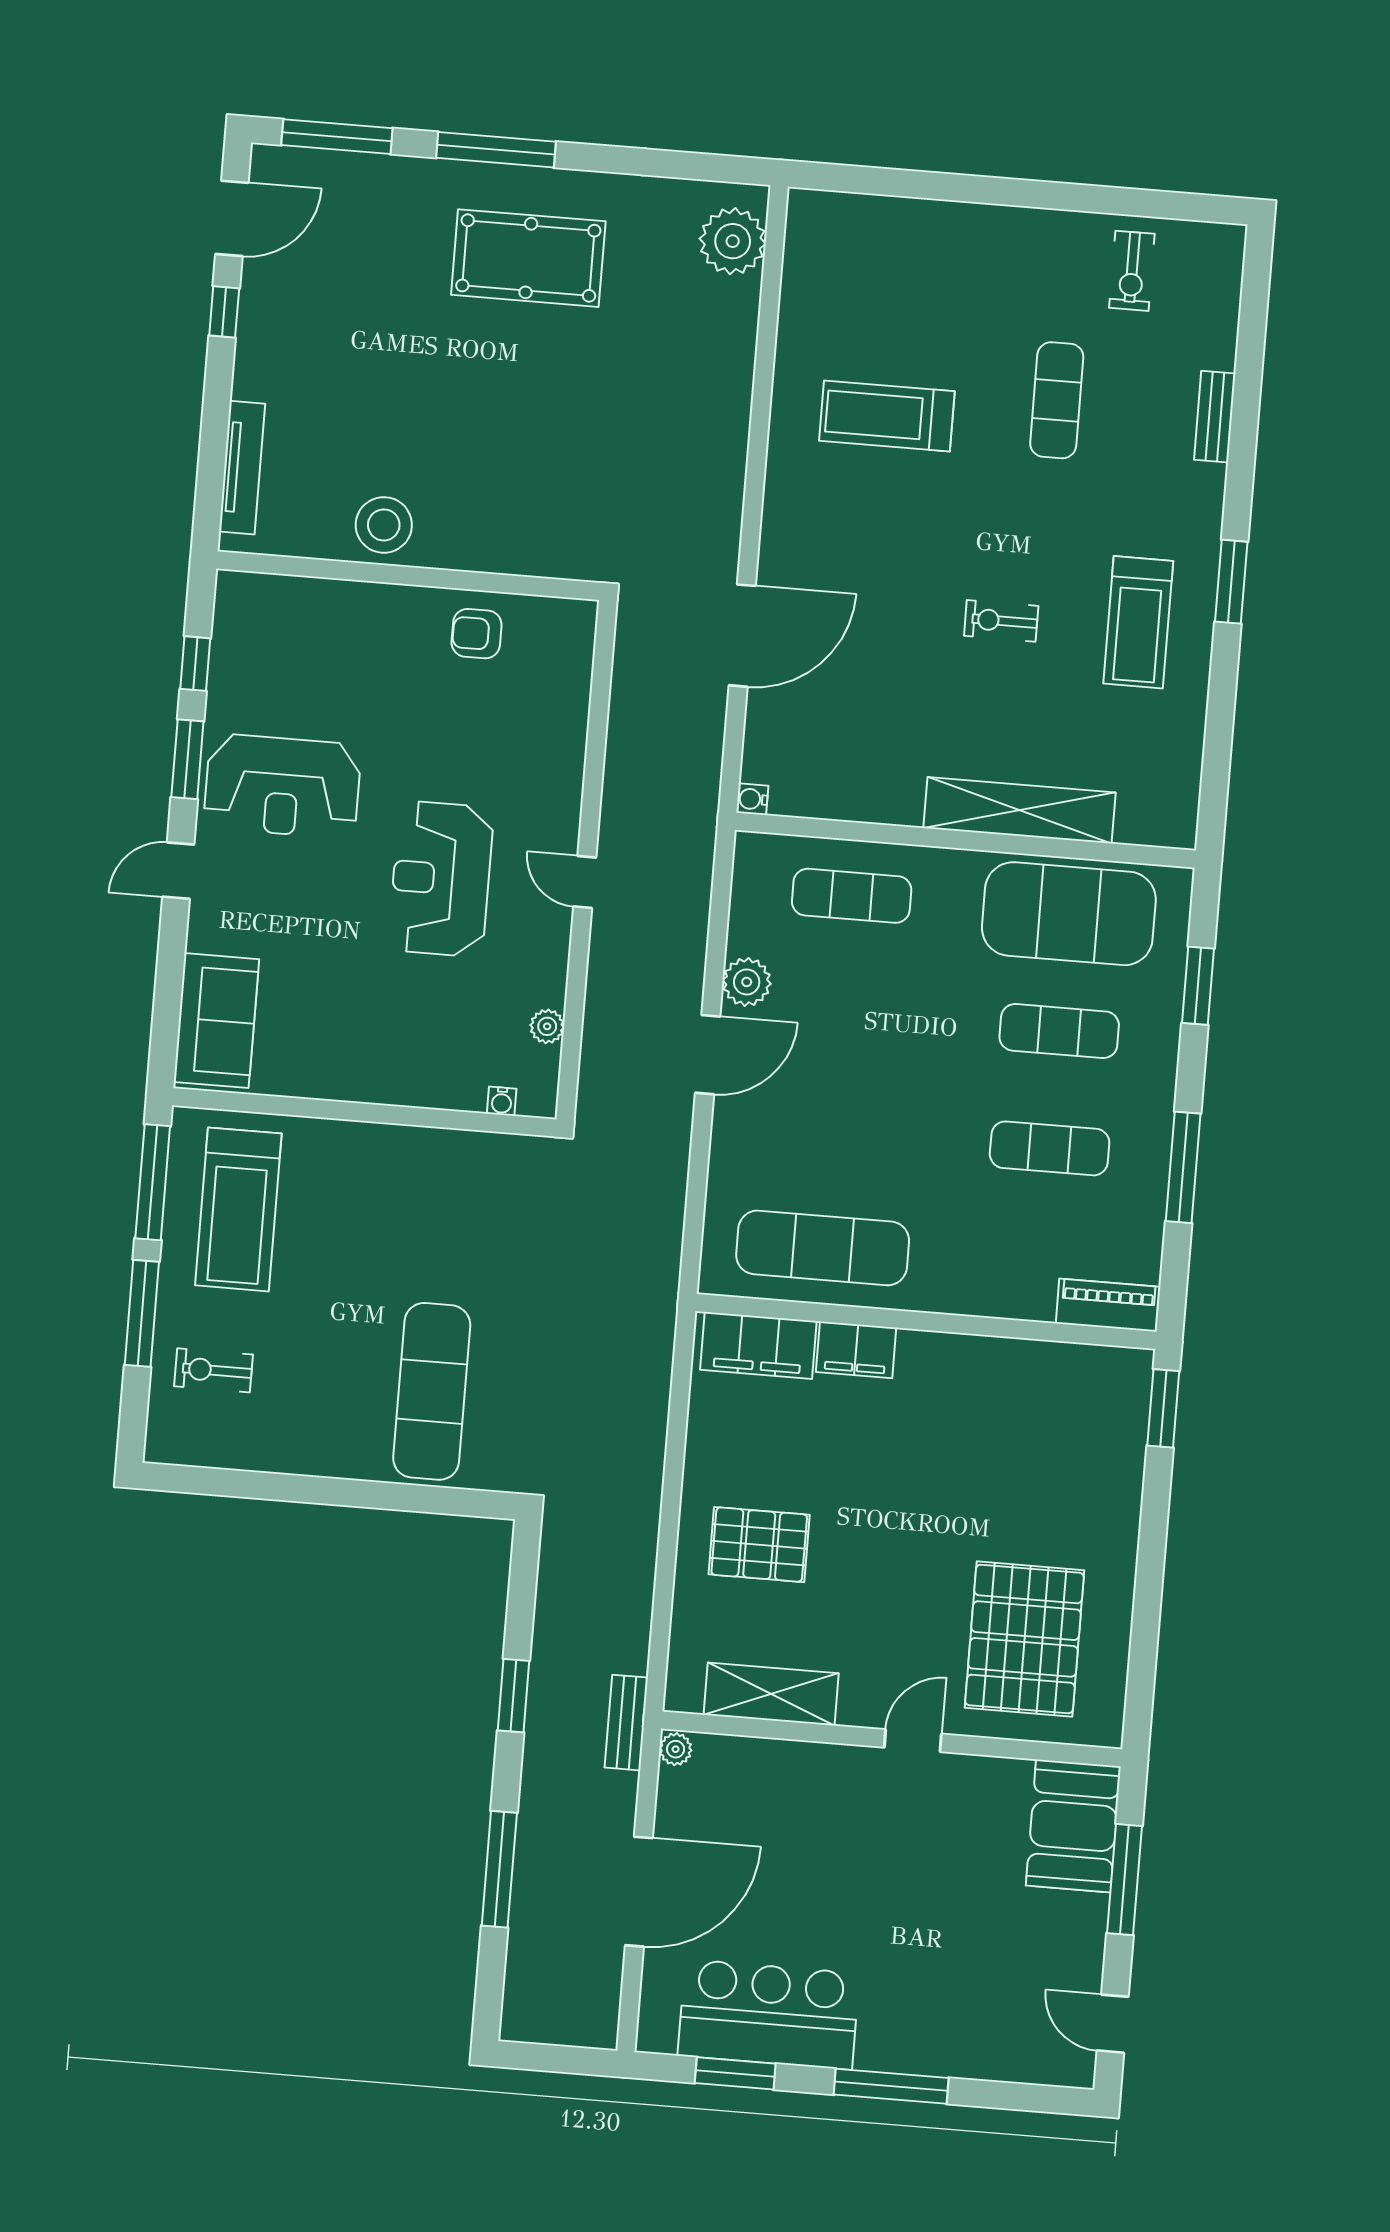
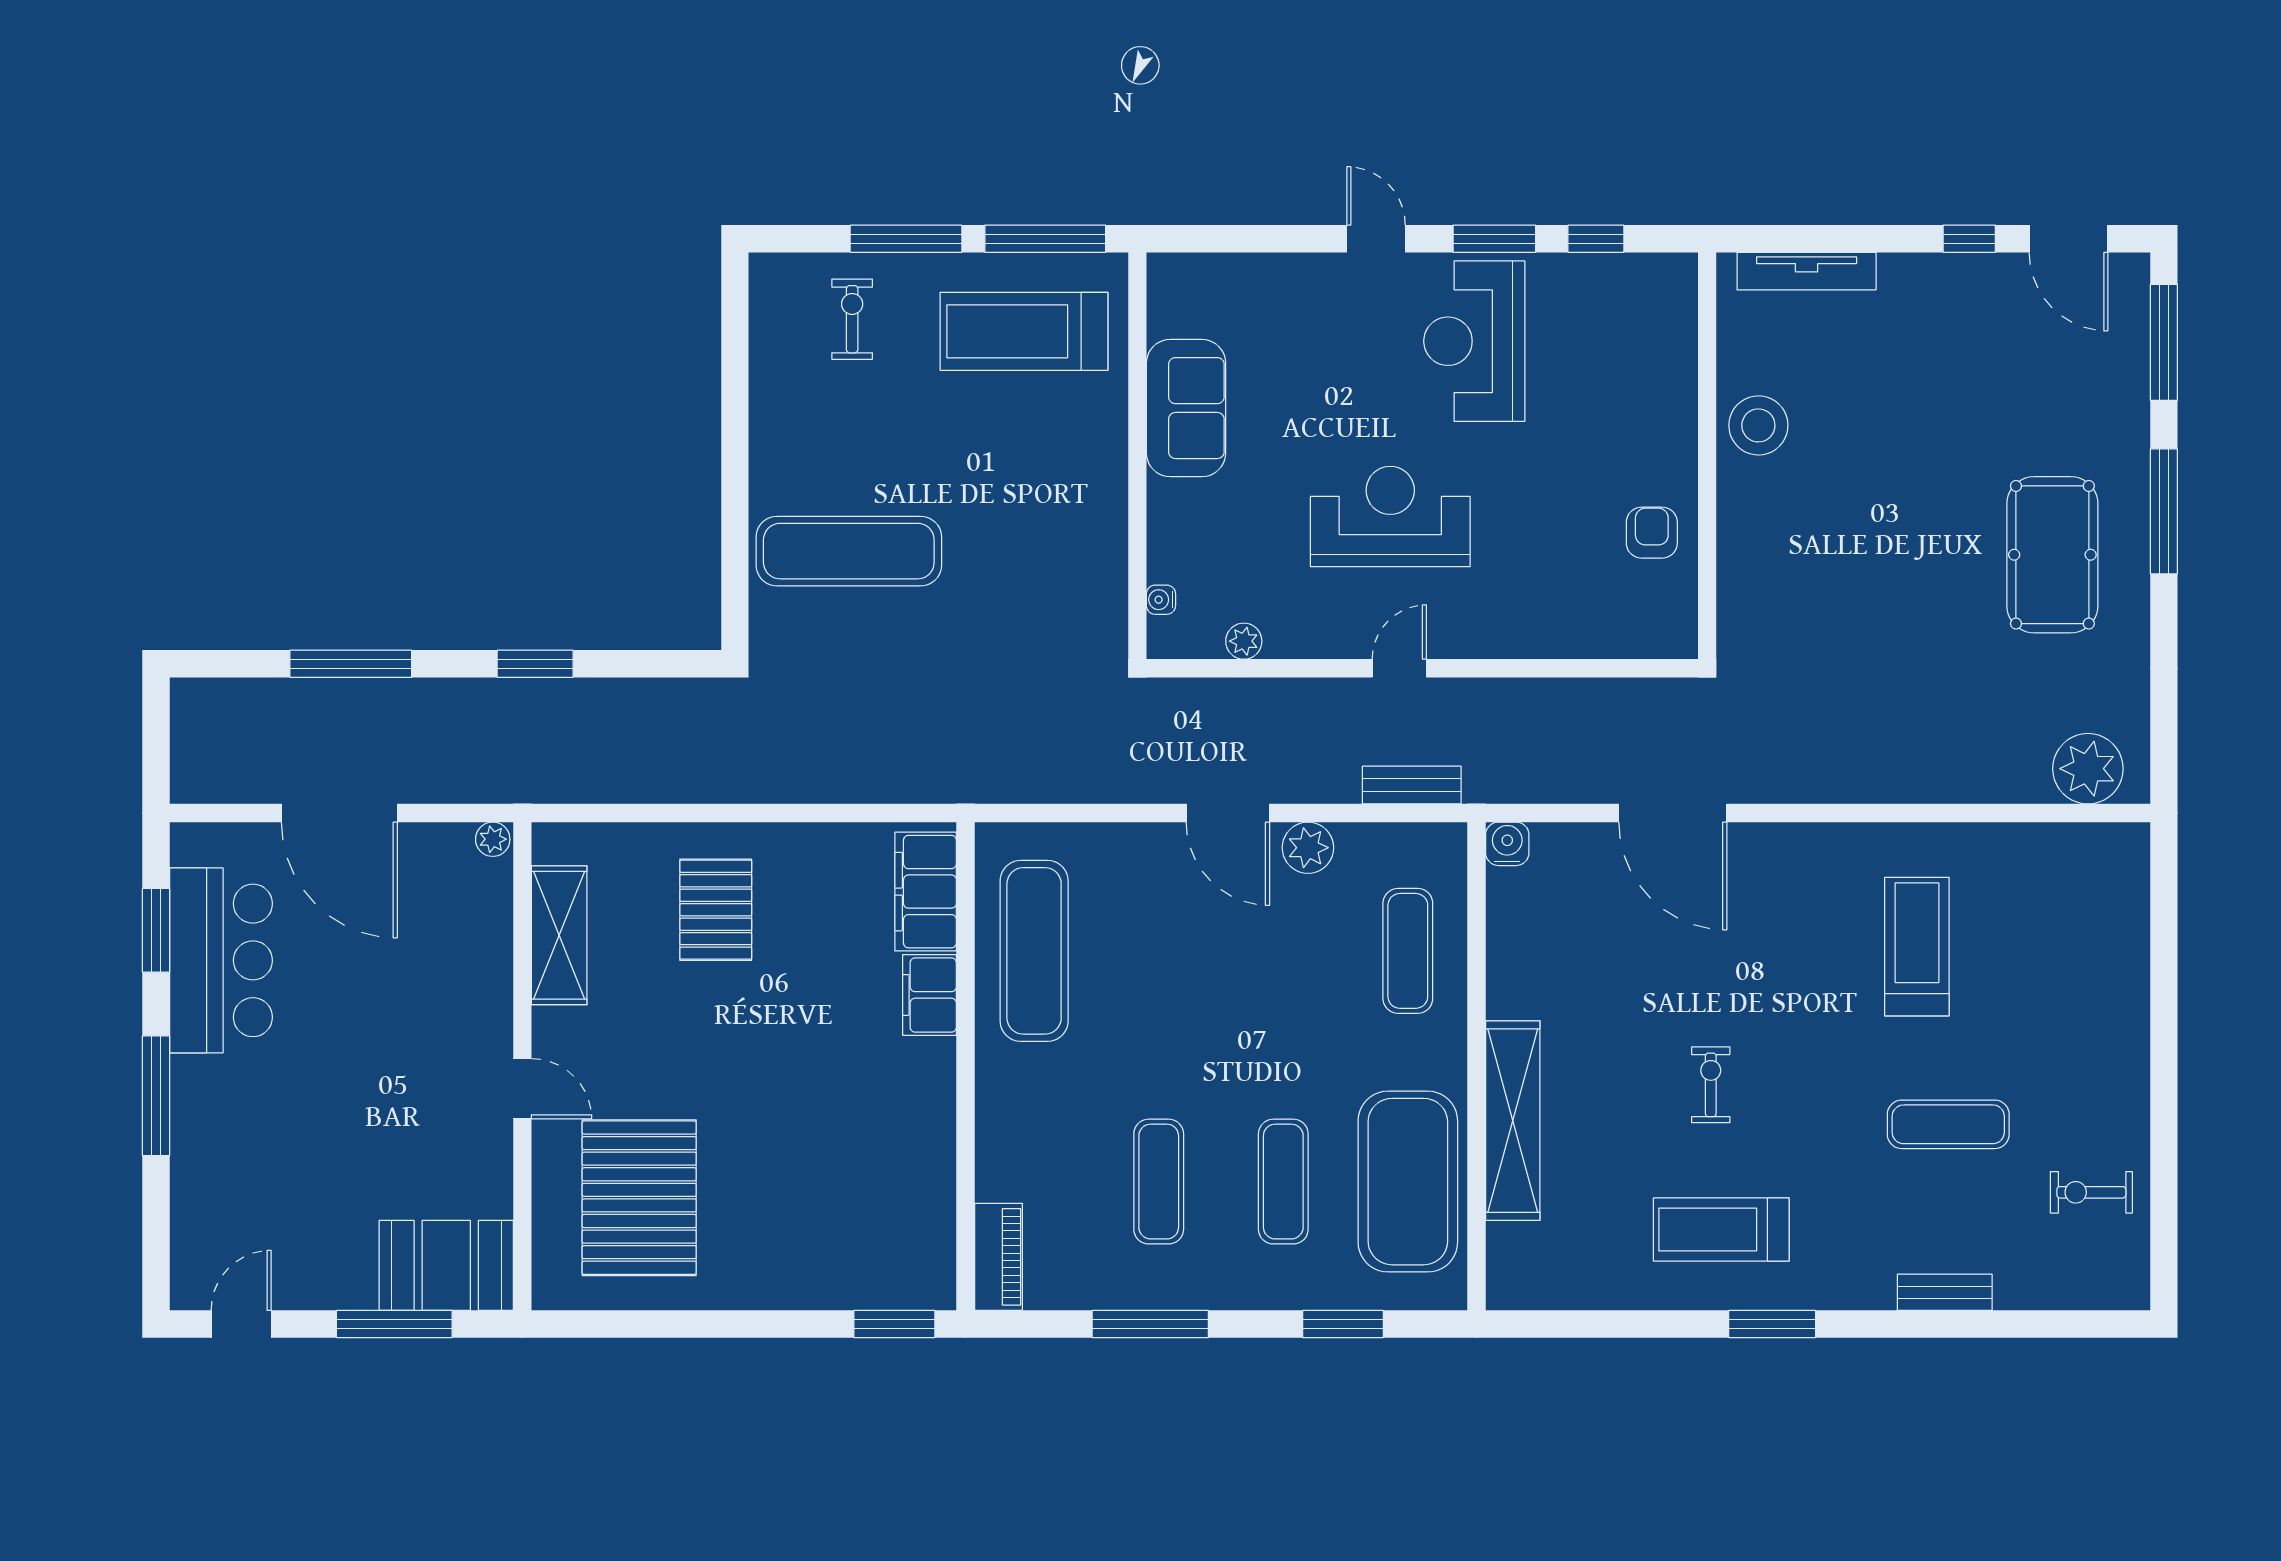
water cooler: (752, 799) -> (1507, 844), width x1.38, depth x1.38
sofa: (216, 1021) -> (1186, 408), moved, turned -90
pallet: (1024, 1639) -> (639, 1198), turned 90
bench: (626, 1723) -> (1412, 785), moved

